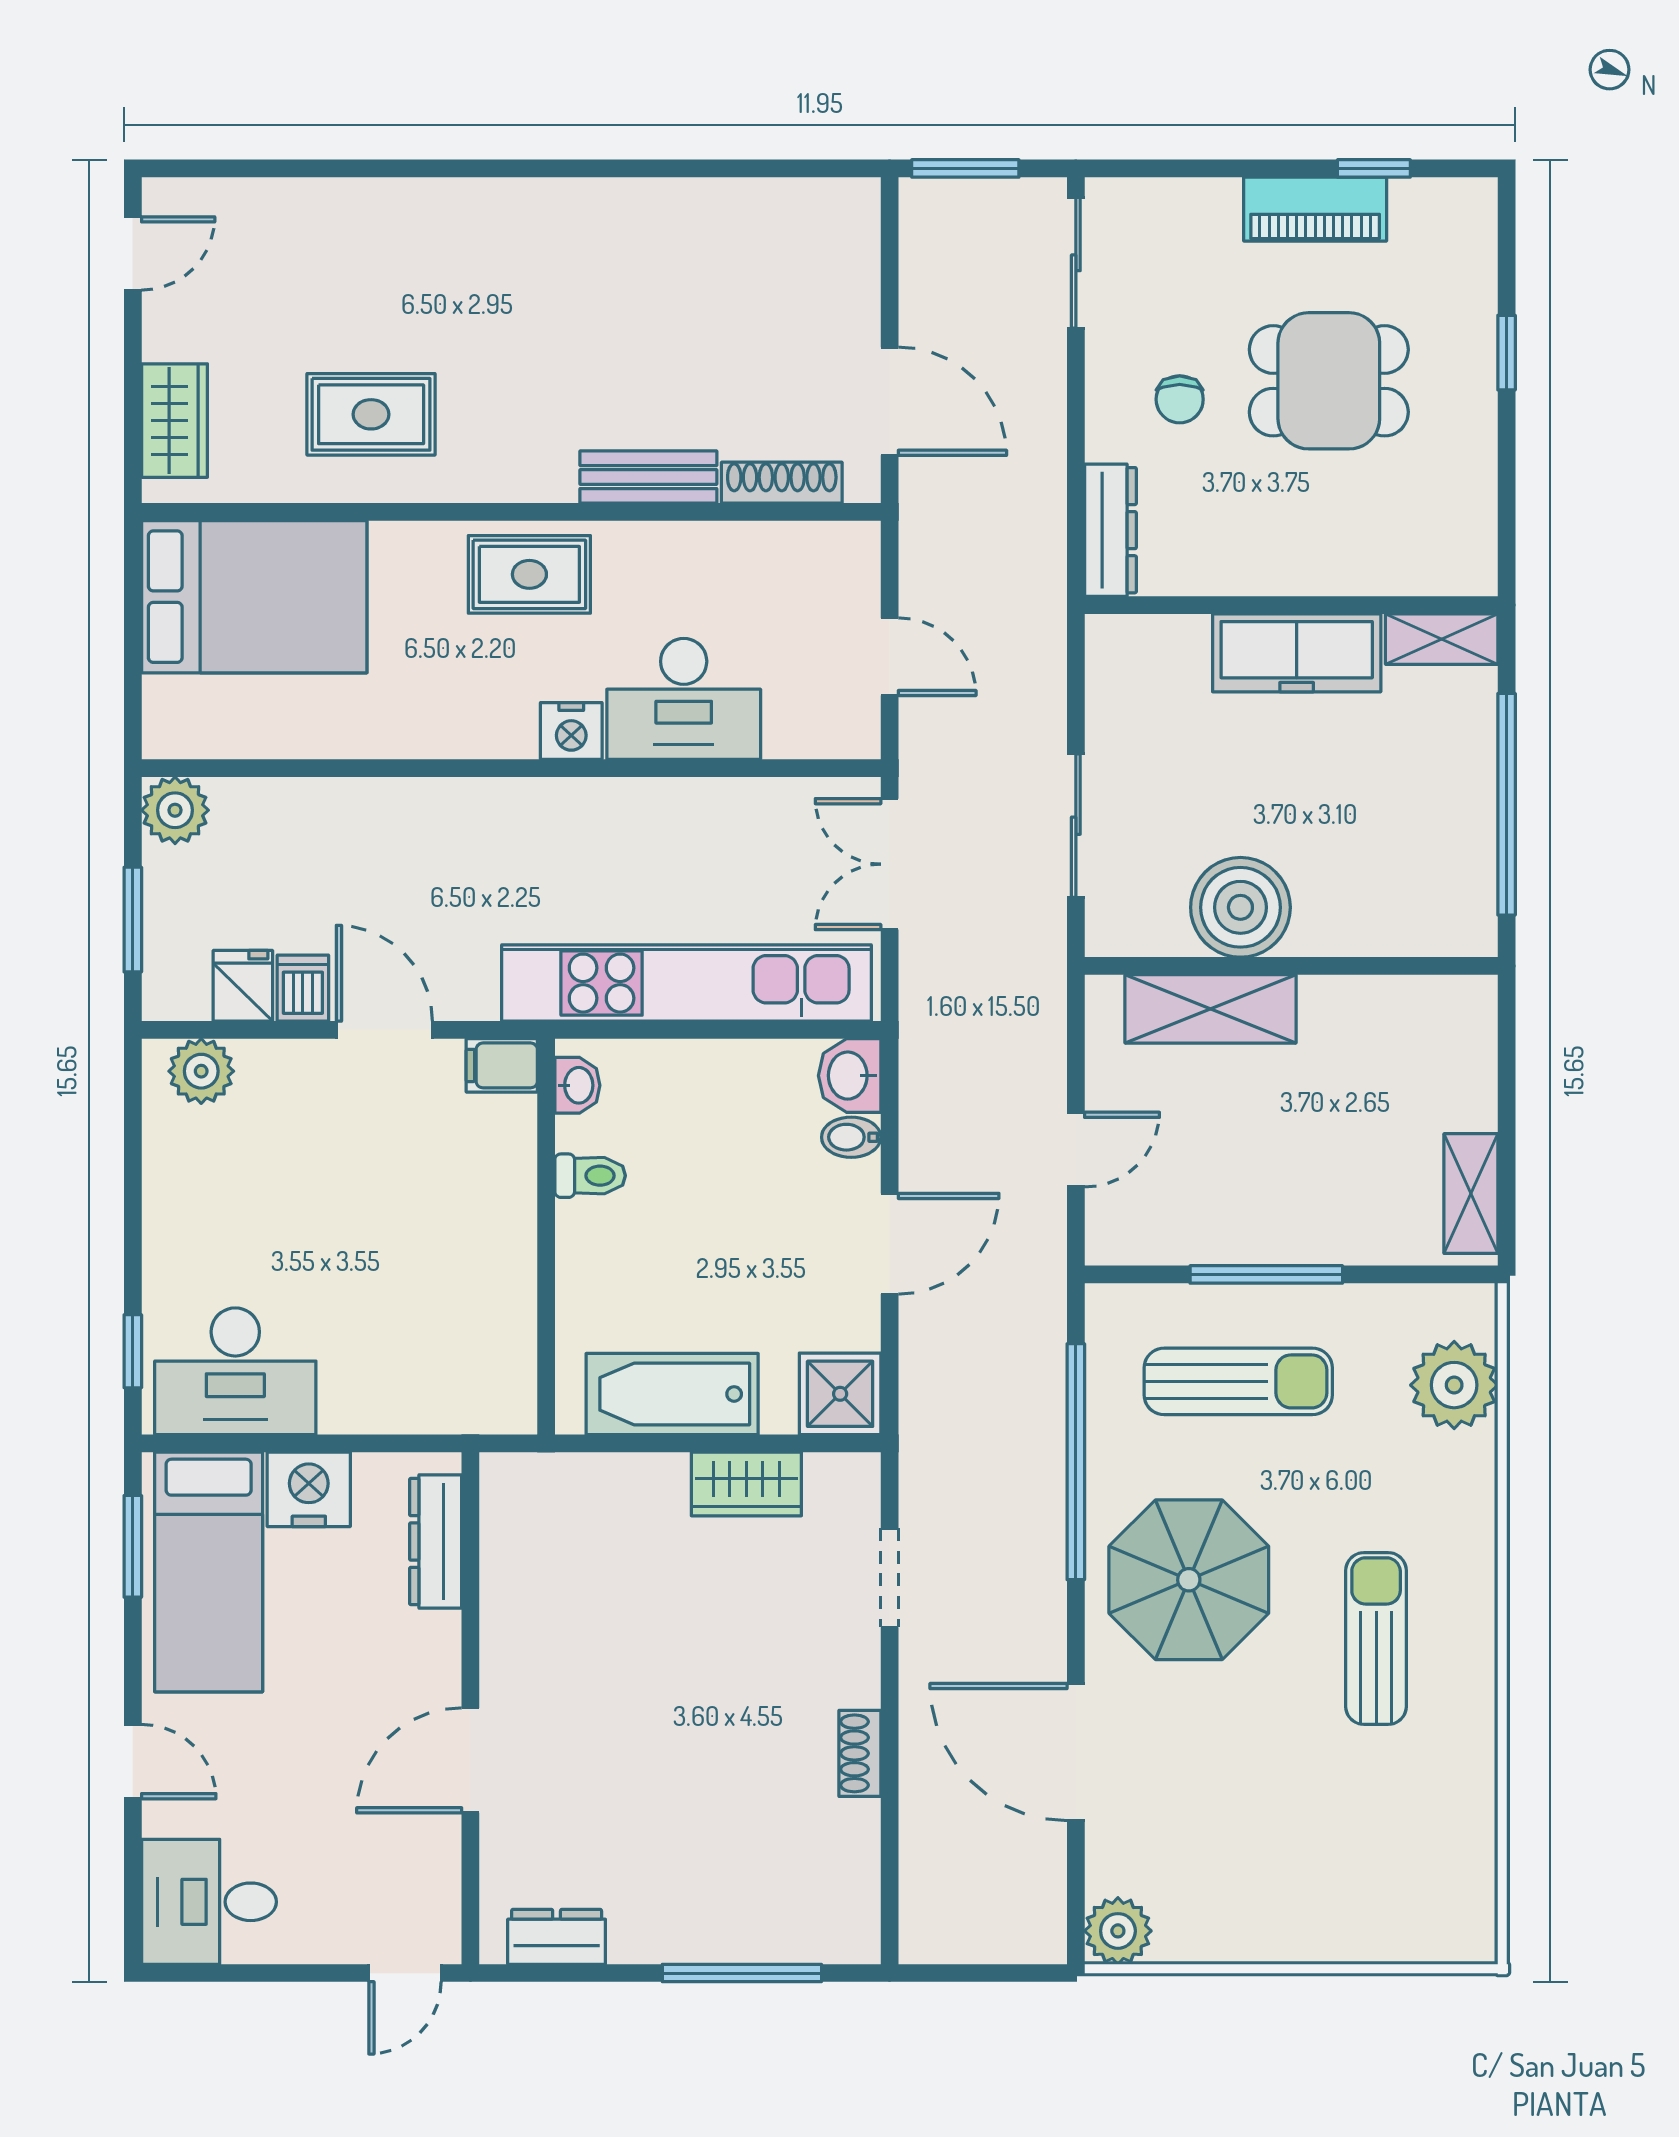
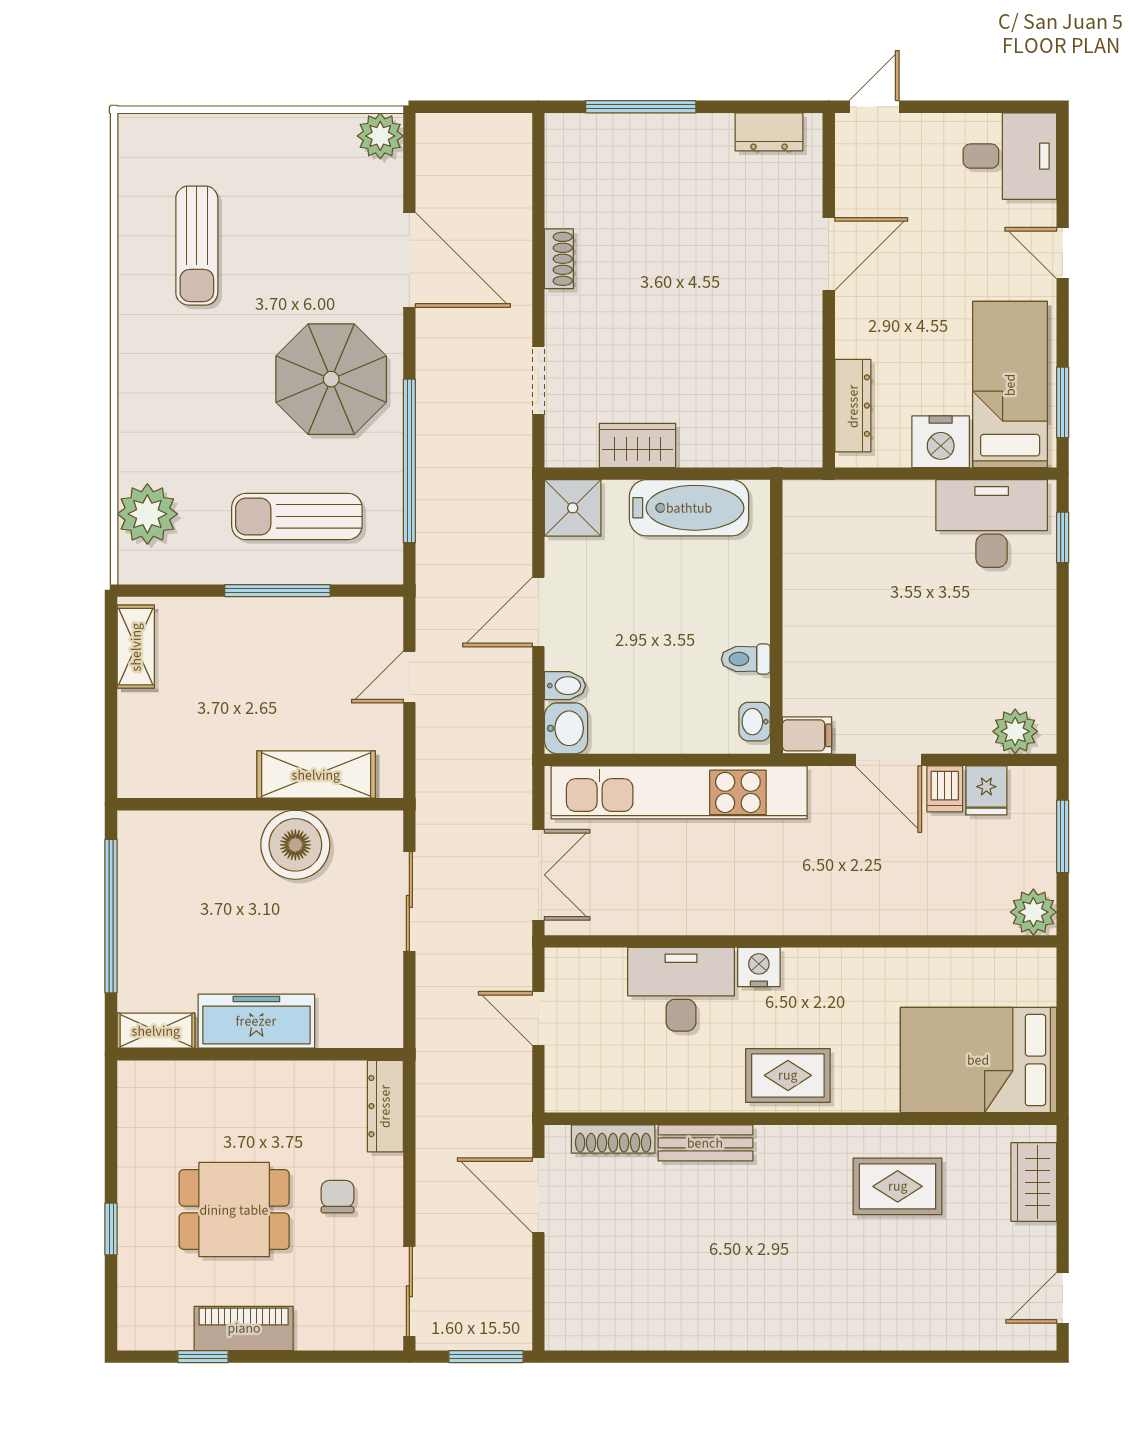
sun lounger: (1376, 1639) -> (197, 246), moved

